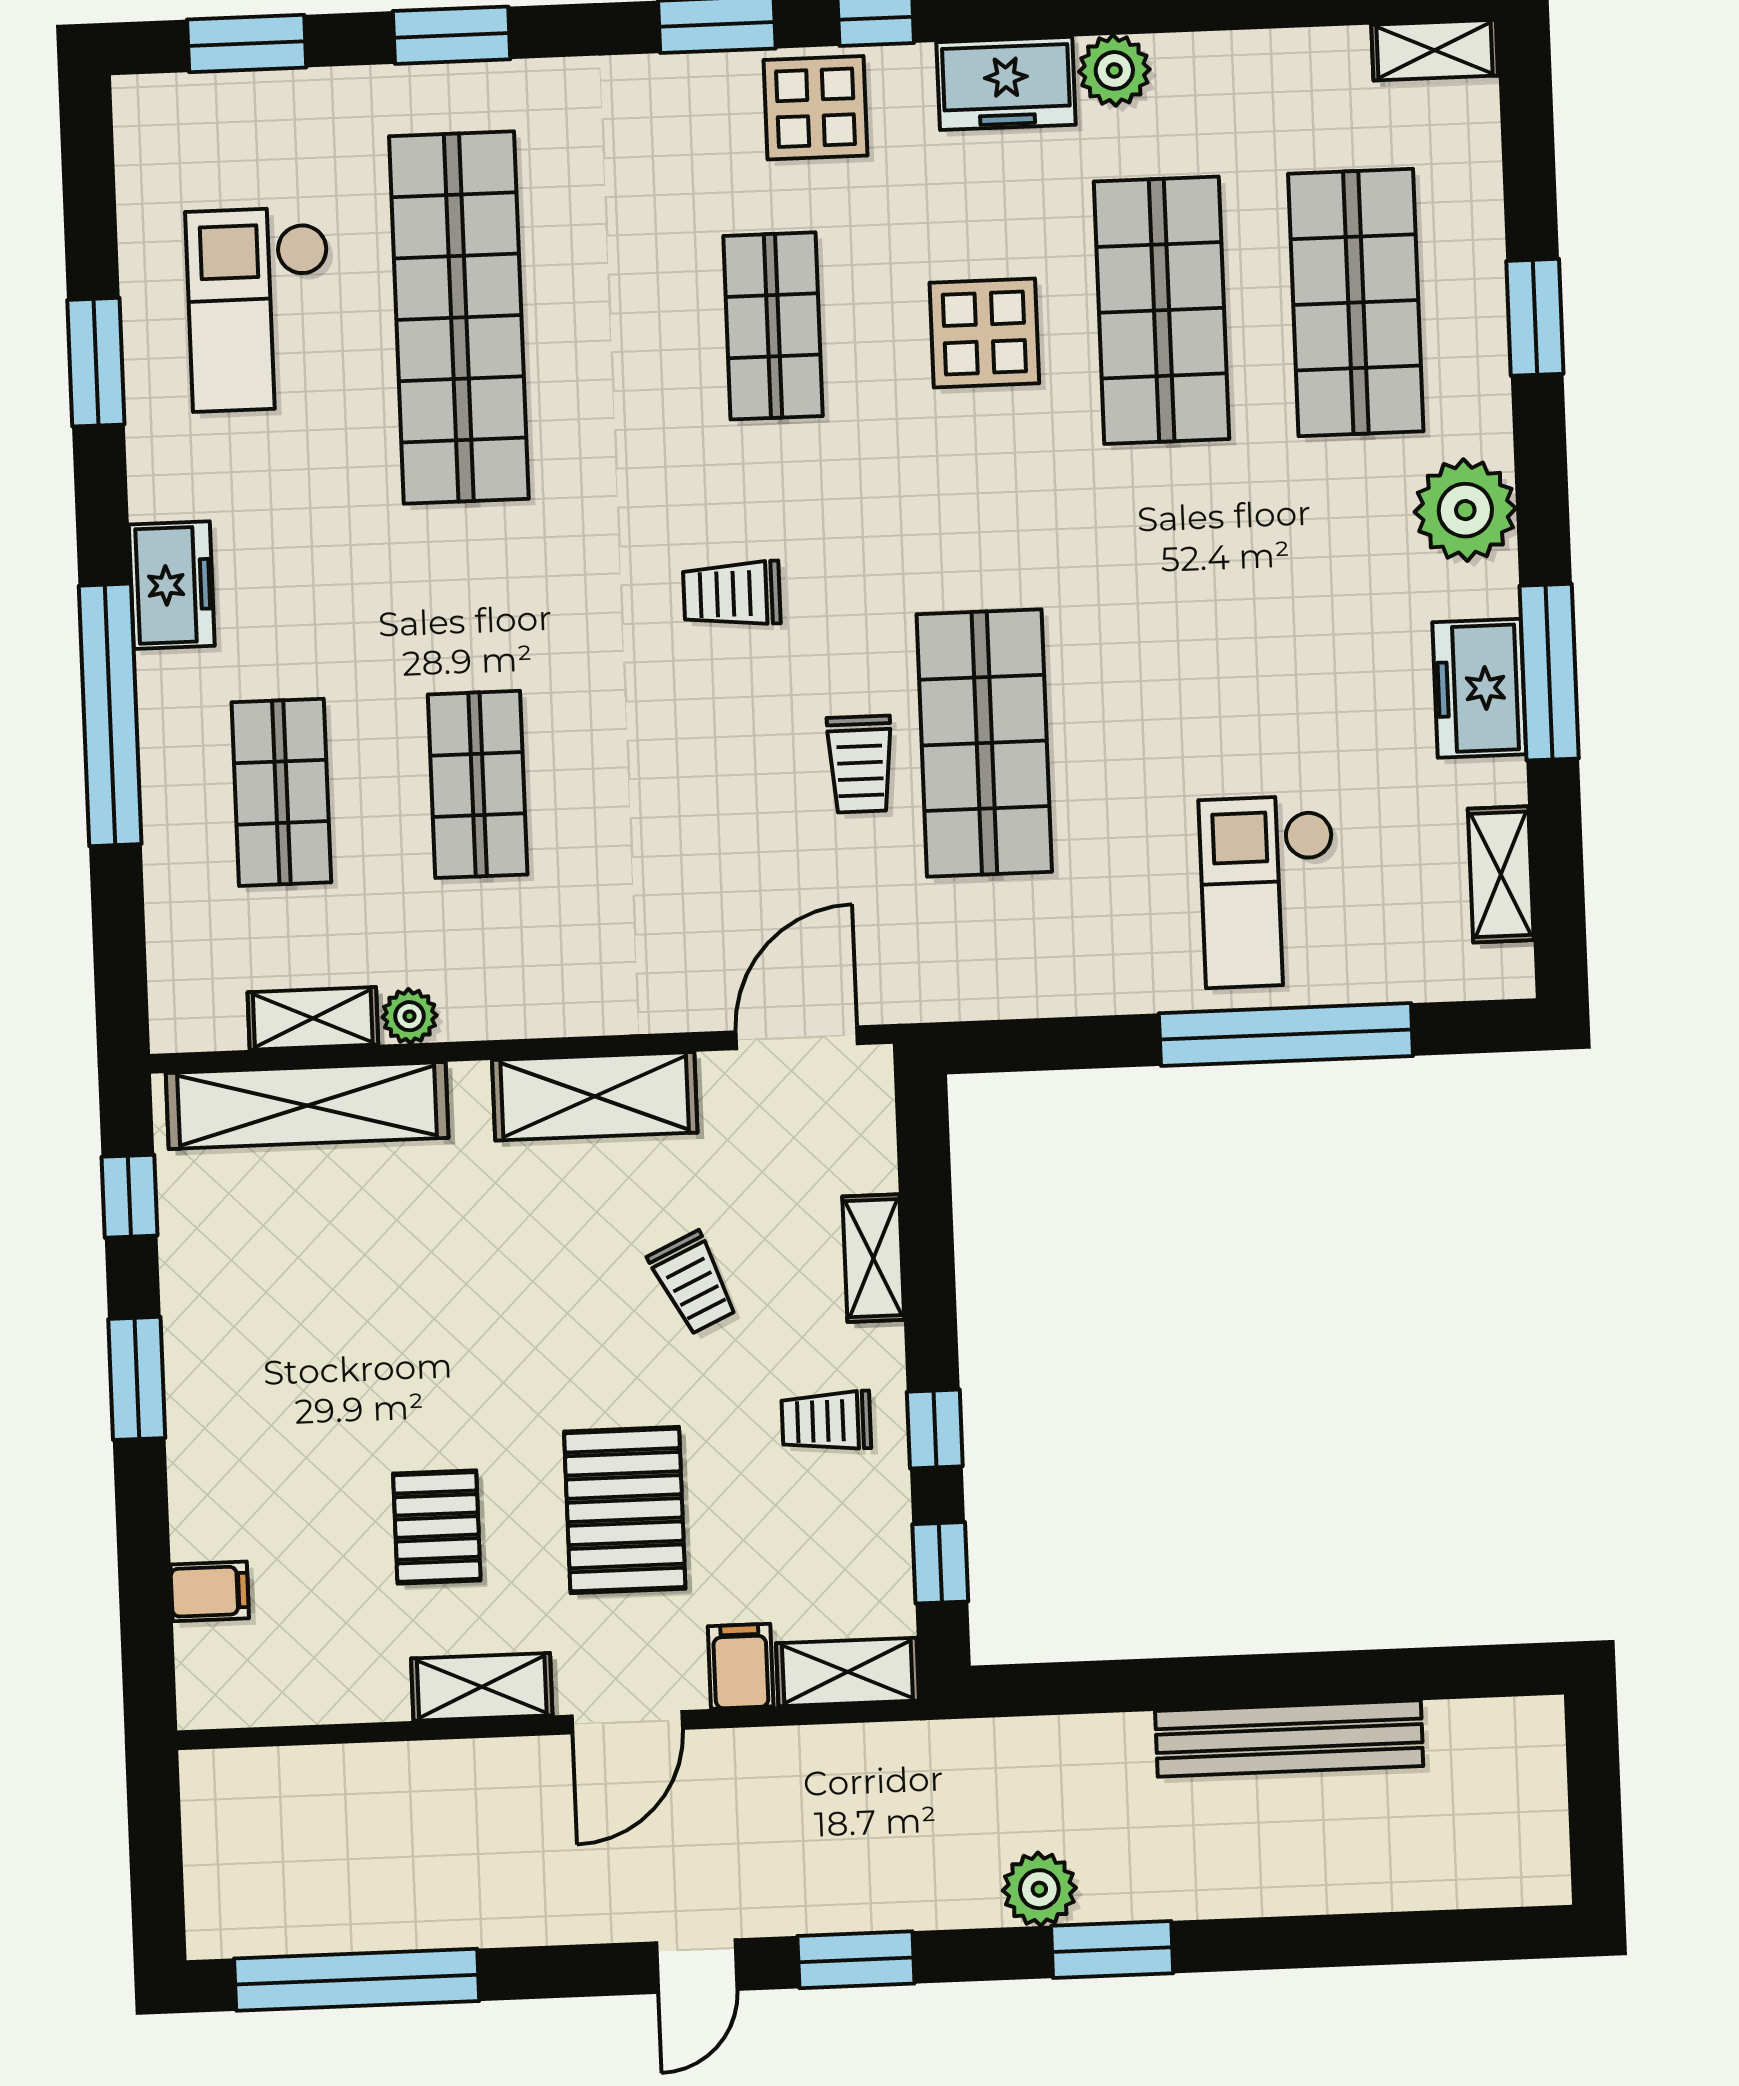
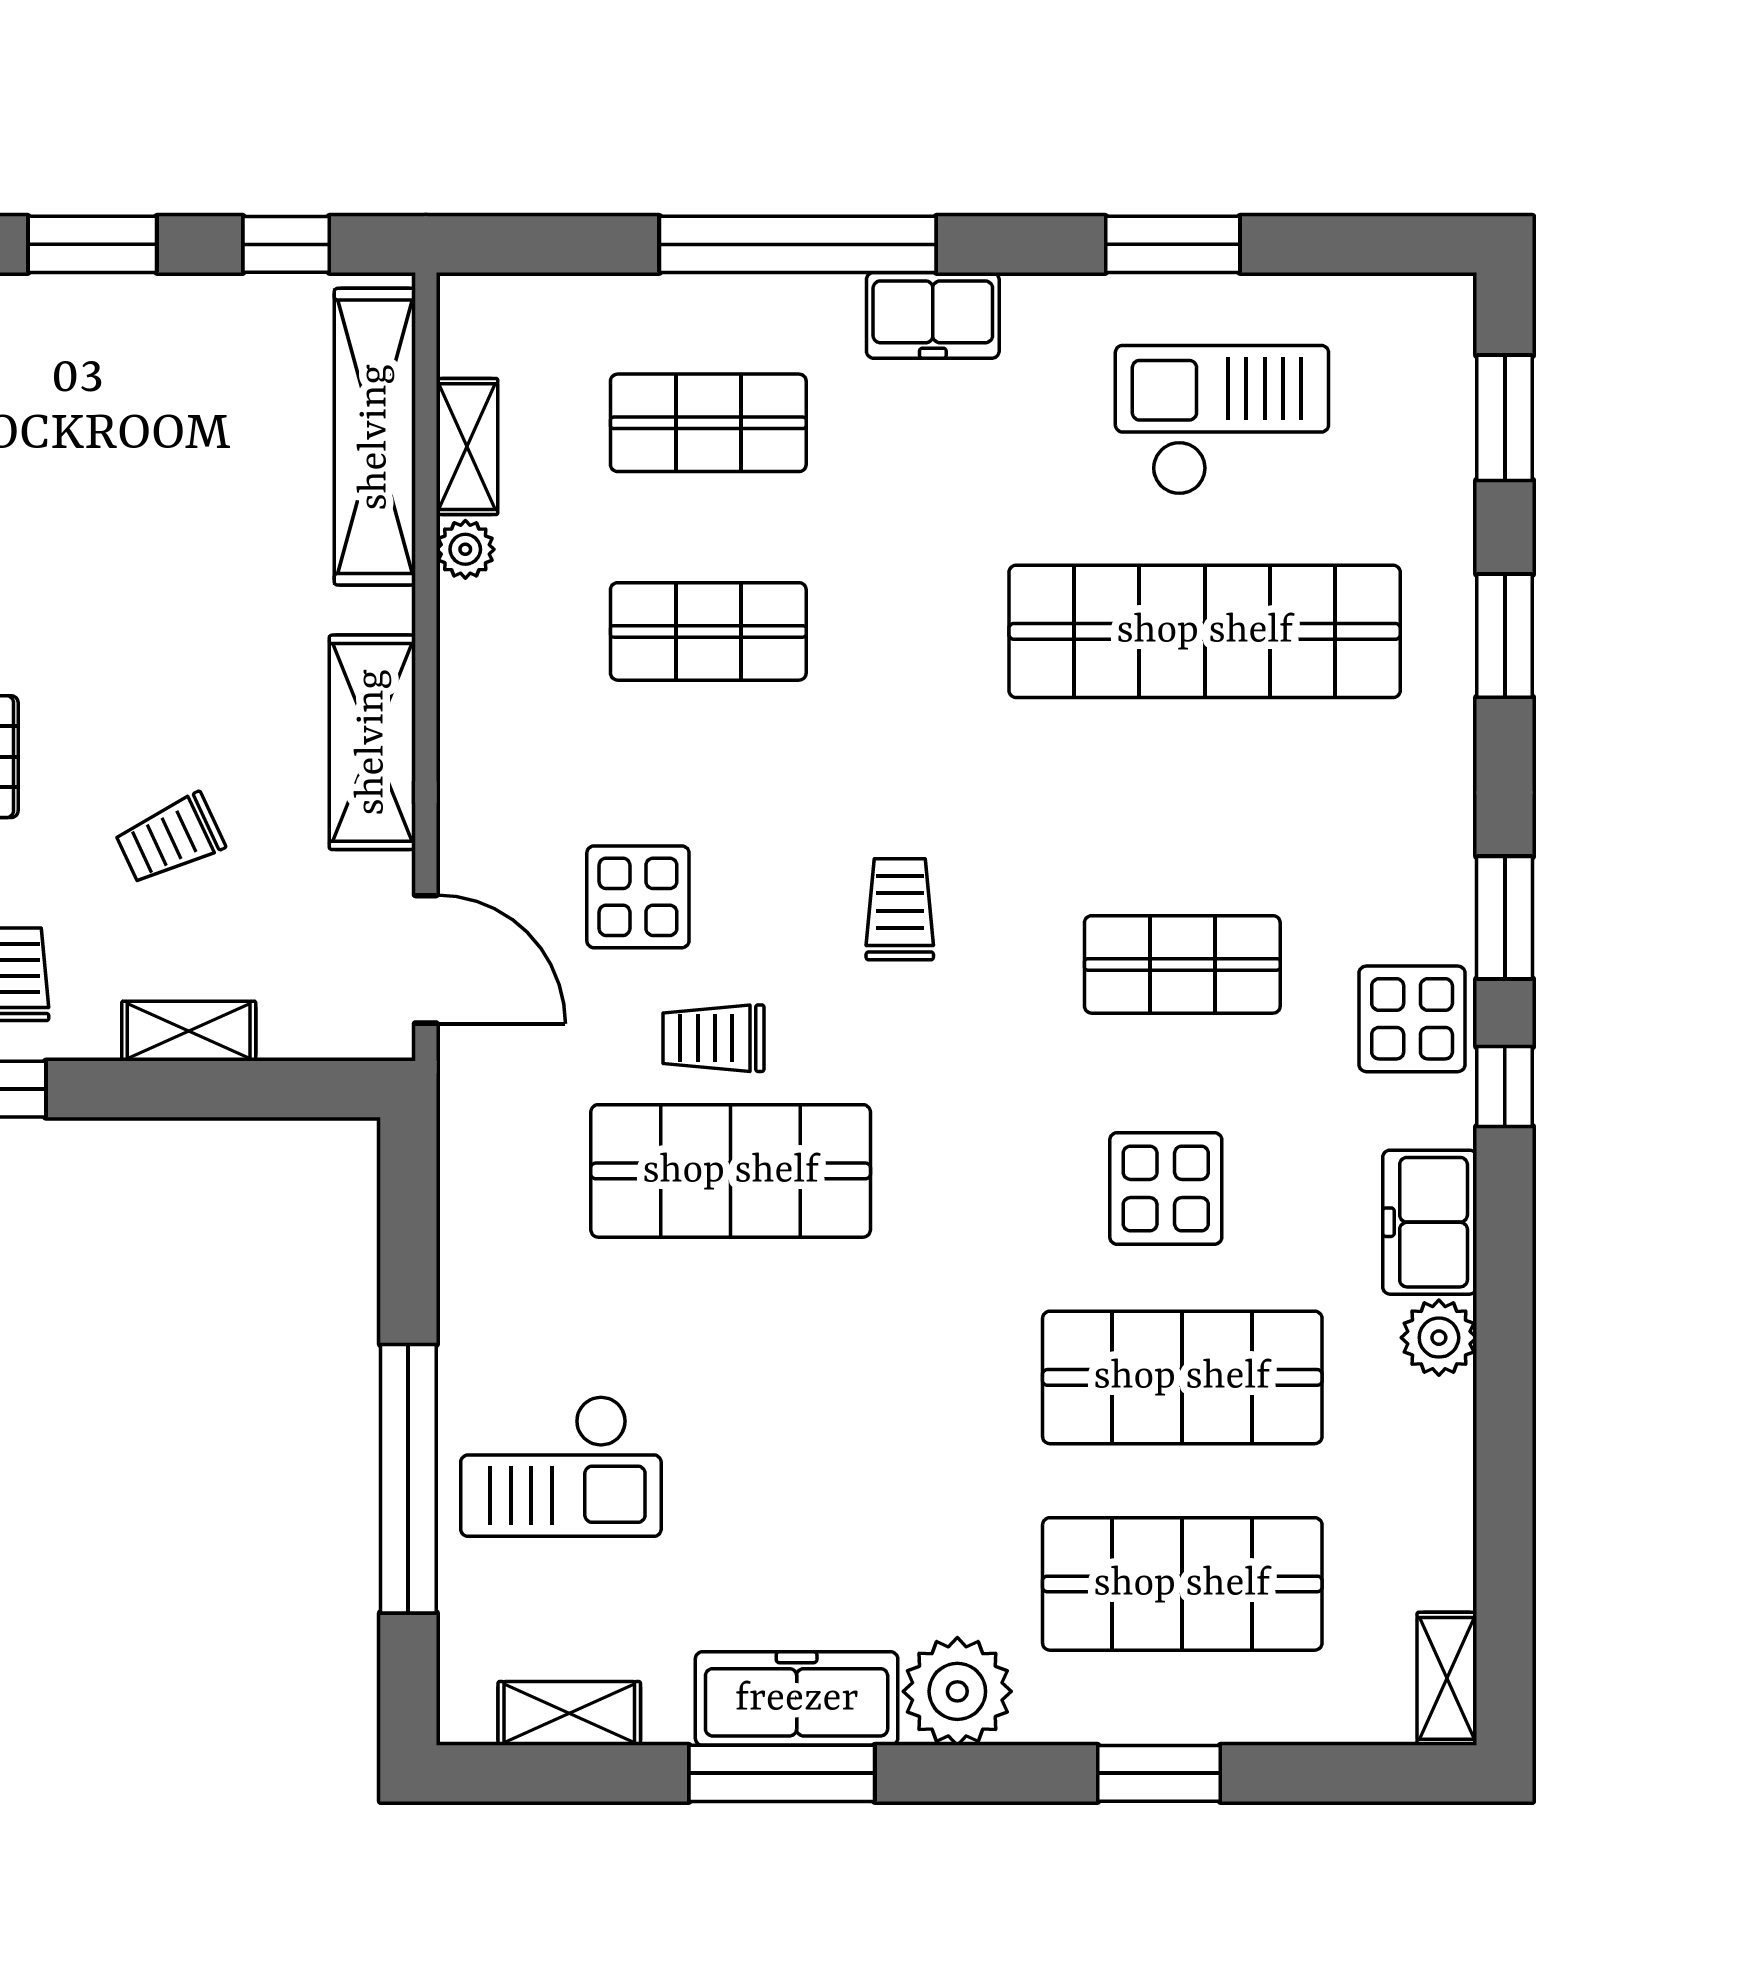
freezer: (1479, 688) -> (797, 1699), width x1.40
display table: (730, 841) -> (638, 897), added
checkout: (1268, 892) -> (561, 1466), turned 180

